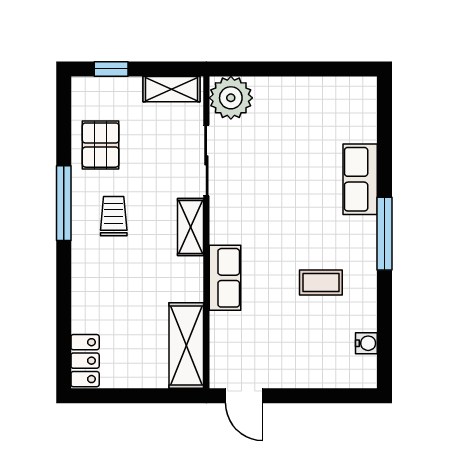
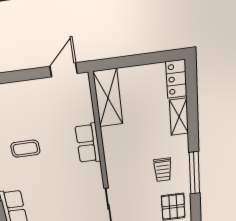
shelving: (191, 227) -> (179, 117), moved
door: (244, 396) -> (64, 70), hinge flipped

